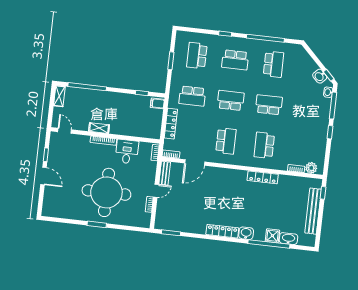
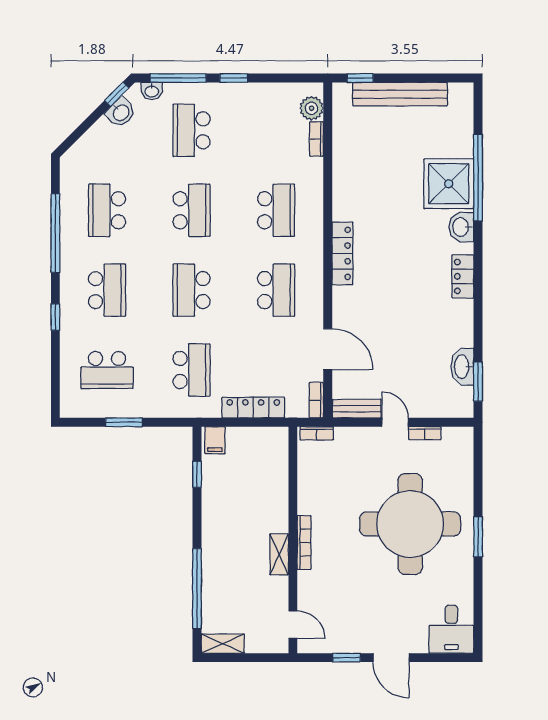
school desk: (273, 64) -> (107, 210), turned -90
school desk: (269, 105) -> (192, 210), turned 180
school desk: (307, 109) -> (192, 130), added
door: (65, 131) -> (293, 625), swing flipped
school desk: (226, 141) -> (276, 290), turned 90
school desk: (264, 145) -> (276, 210), turned -90
desk: (127, 152) -> (451, 629), moved, turned -90
door: (43, 176) -> (391, 658), swing flipped
locker: (263, 177) -> (342, 253), moved
locker: (222, 231) -> (463, 276), width x0.66
shower: (272, 236) -> (449, 184), width x1.86, depth x1.86
washbasin: (288, 239) -> (462, 367), moved

